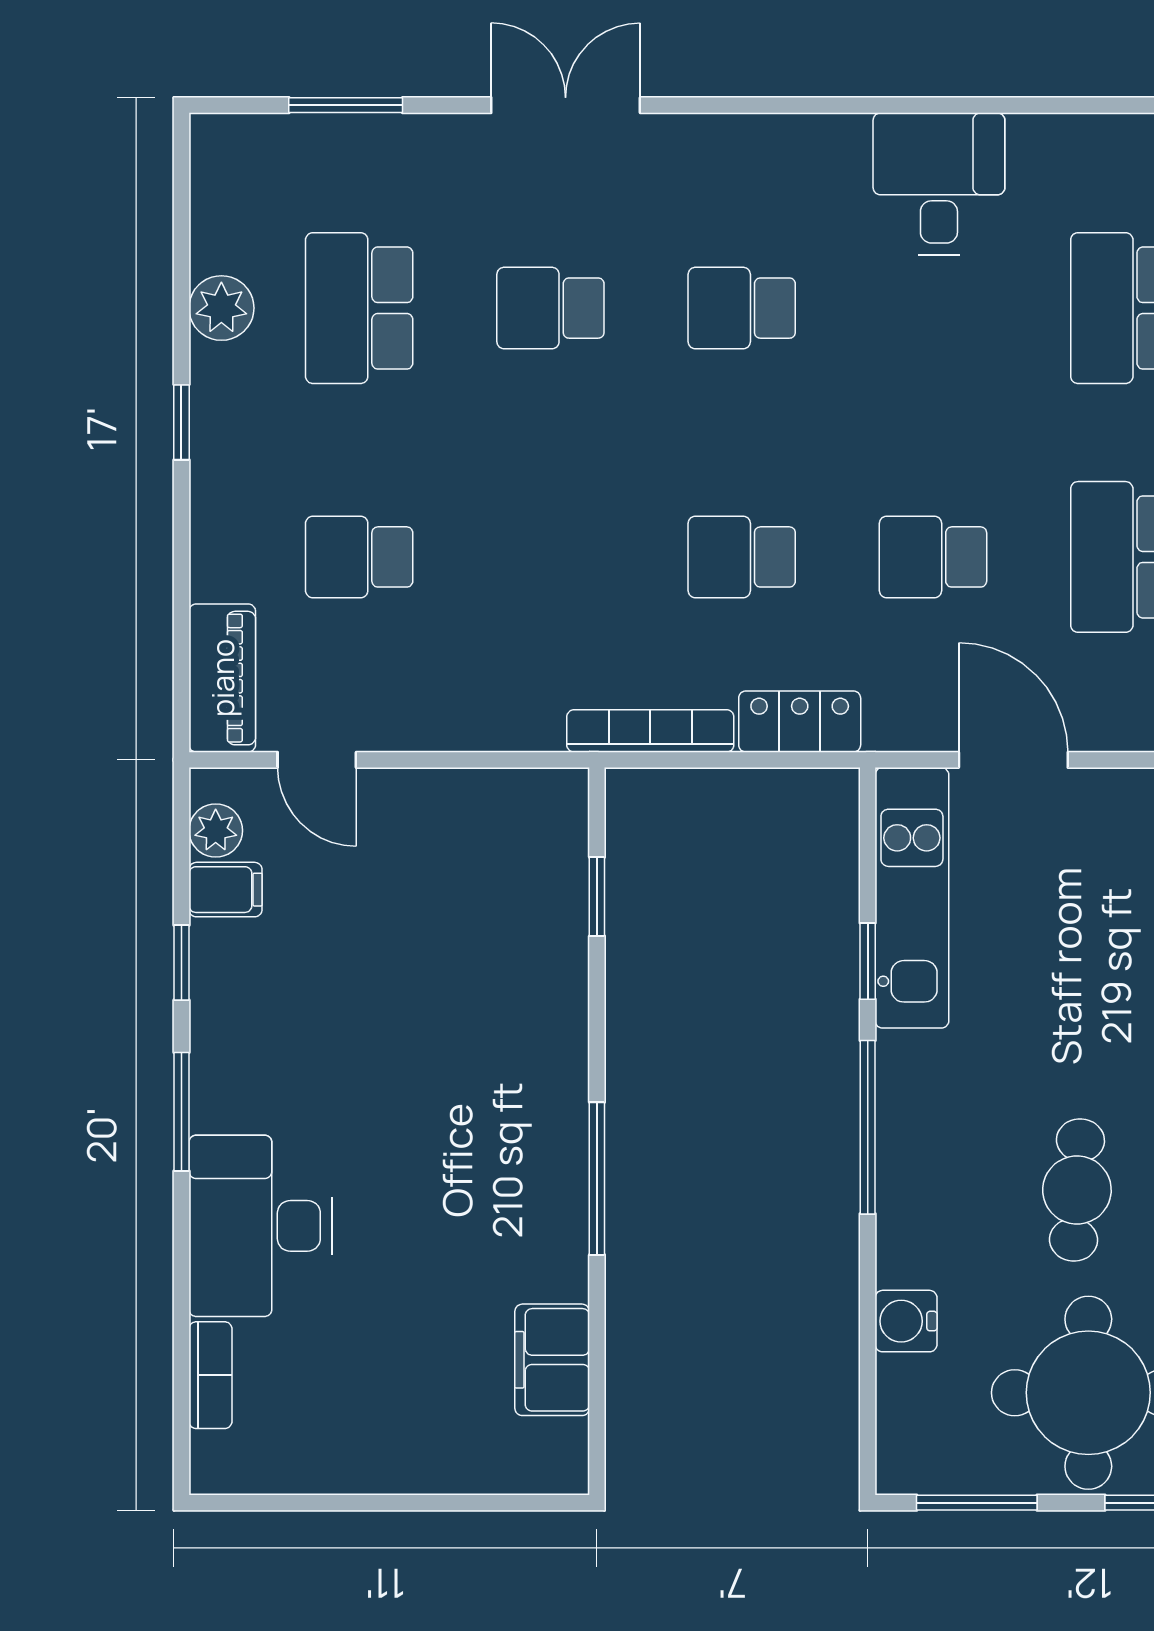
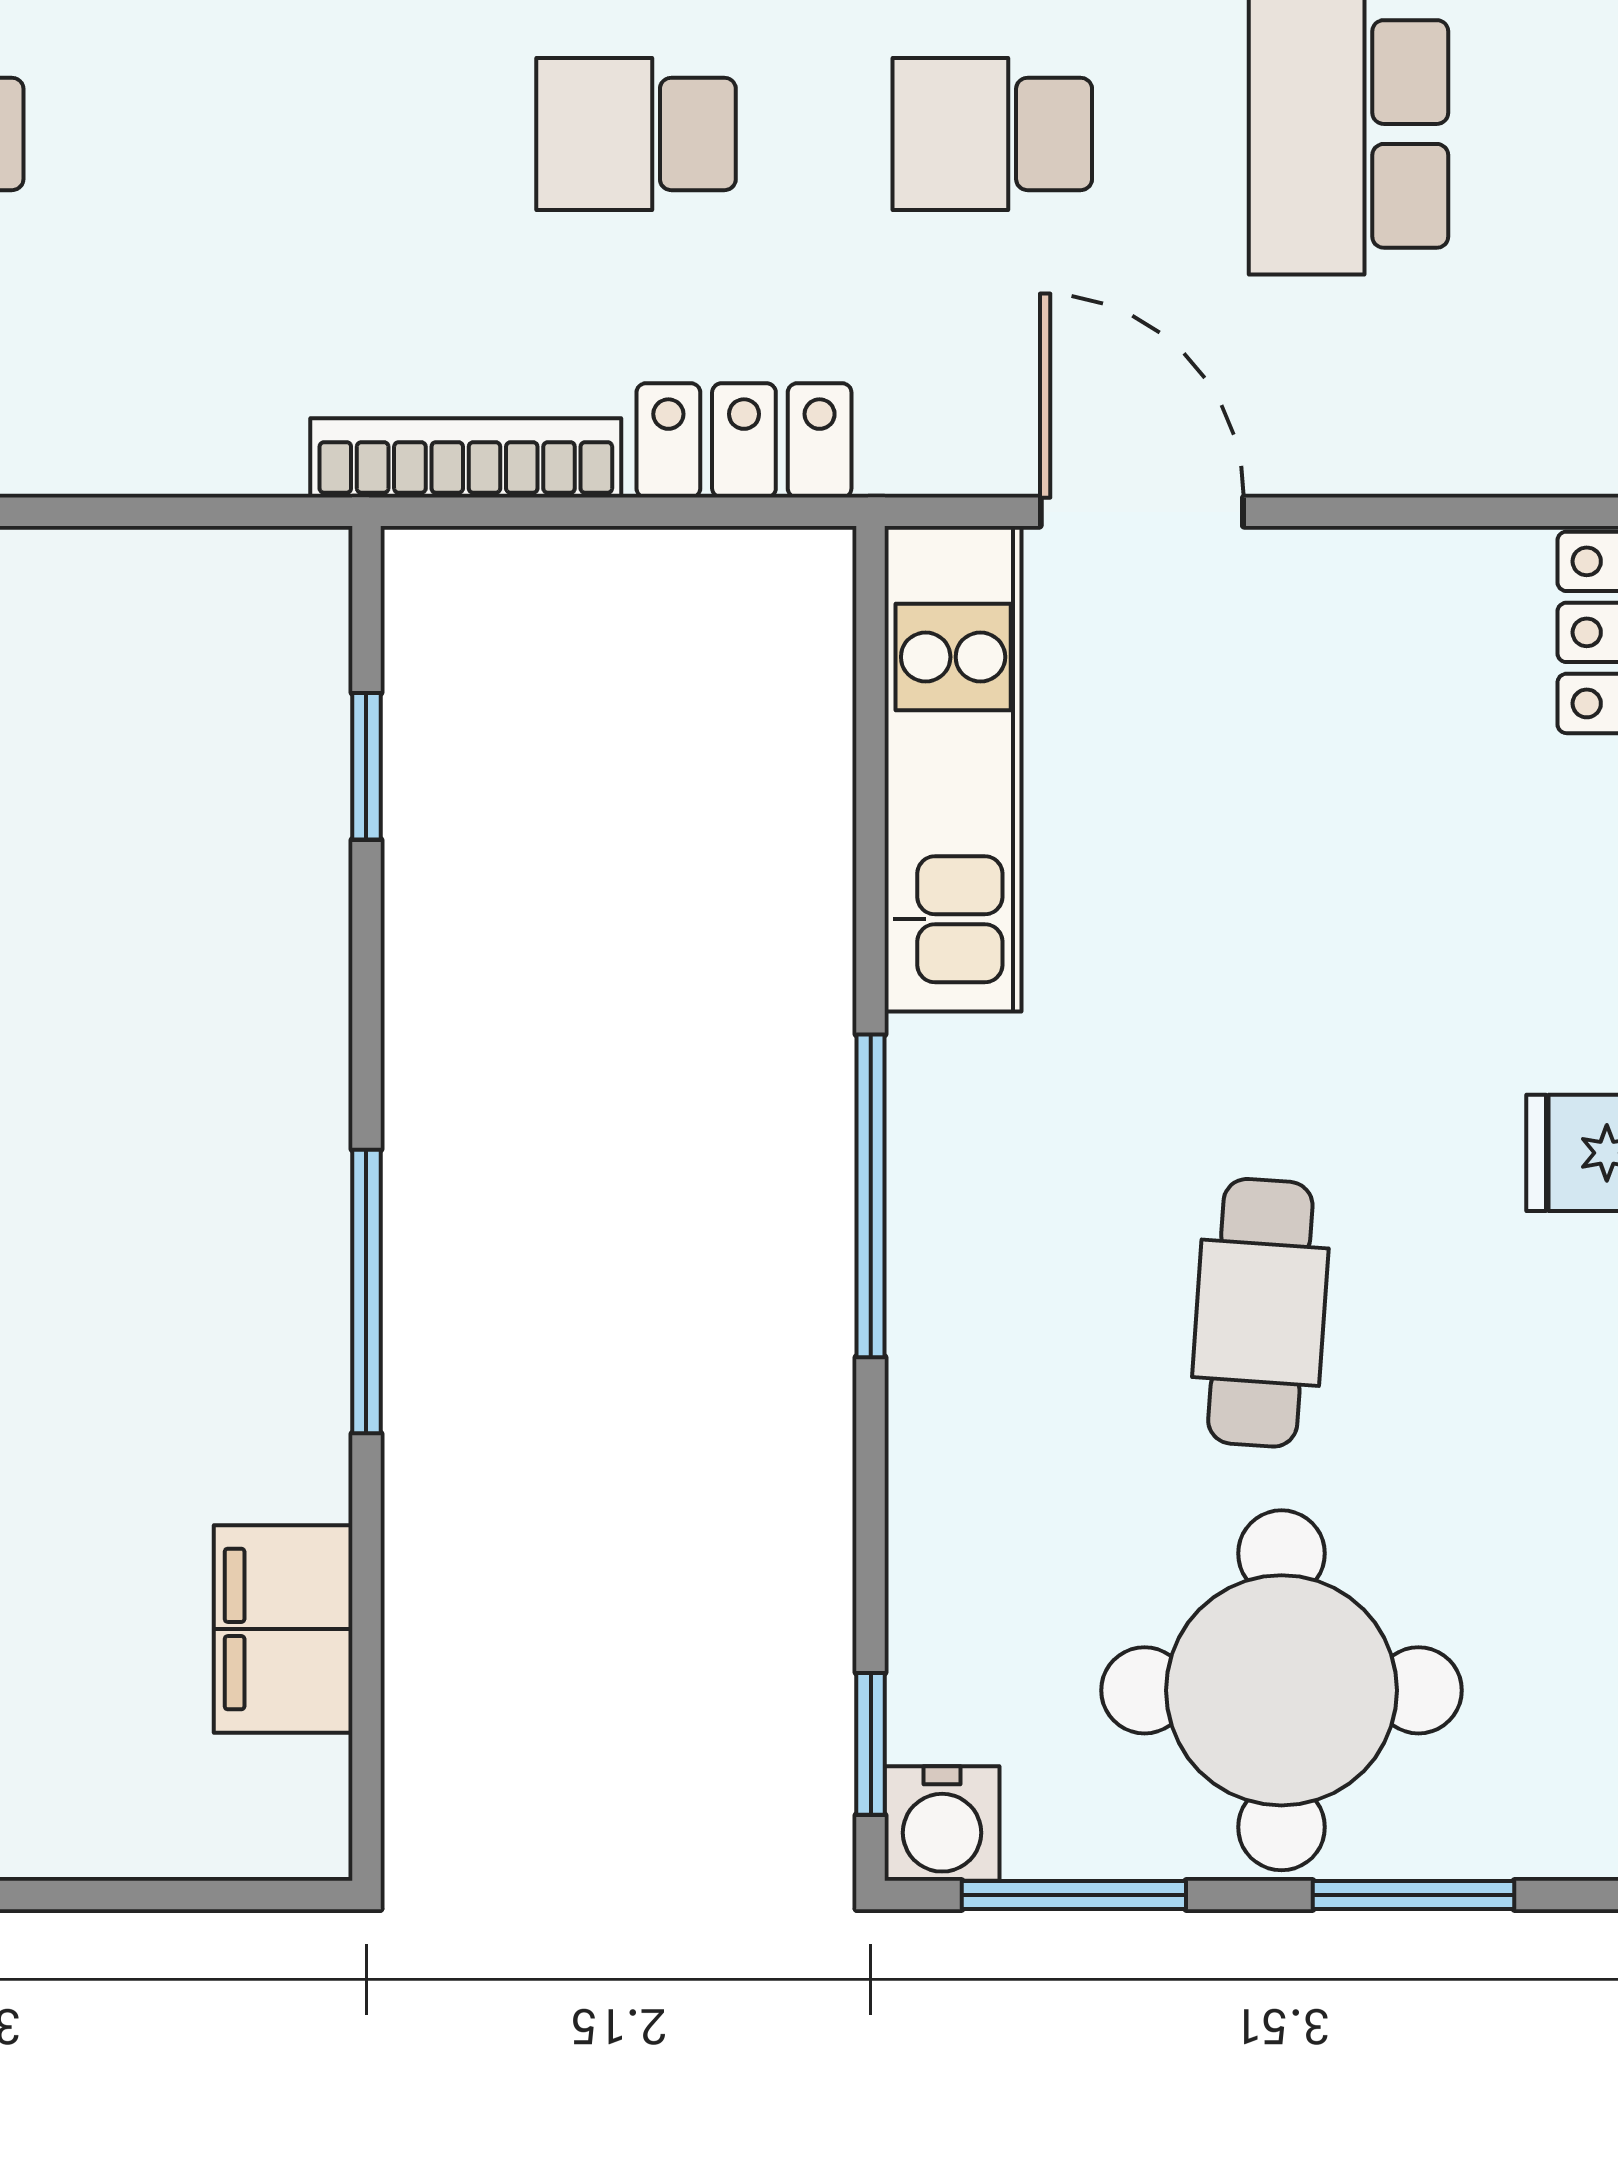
window: (868, 961) -> (871, 1744), moved
water cooler: (906, 1321) -> (942, 1823), moved, turned -90

